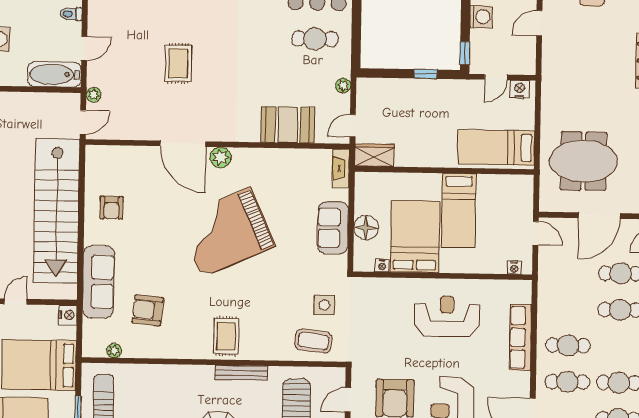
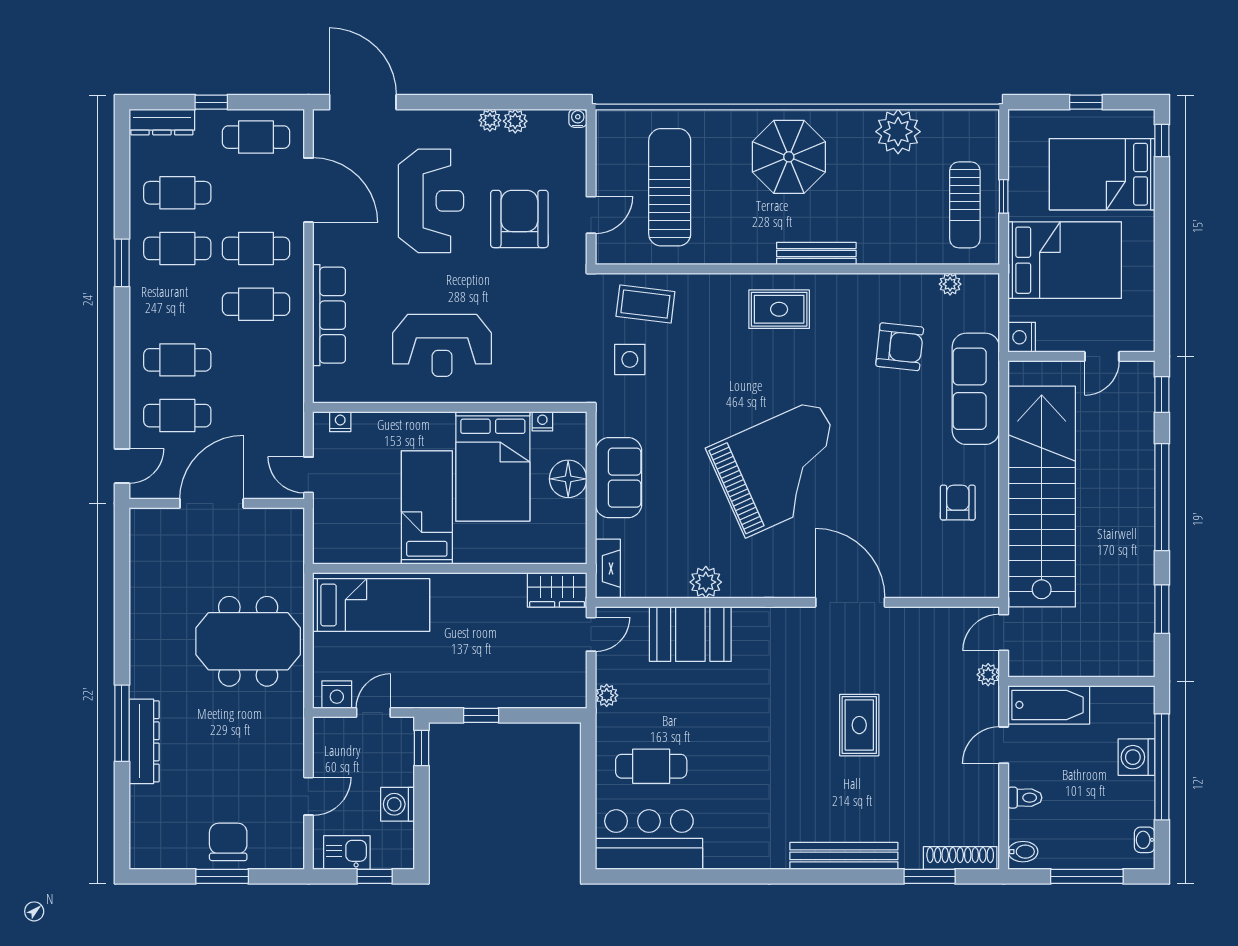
plant: (220, 158) -> (706, 582), moved
meeting table: (583, 161) -> (248, 641), moved
rug: (226, 336) -> (779, 309), turned 90
bench: (241, 373) -> (816, 253), moved

